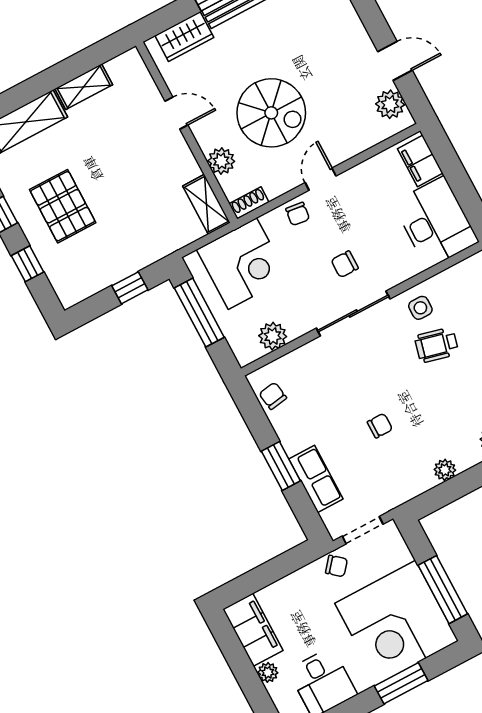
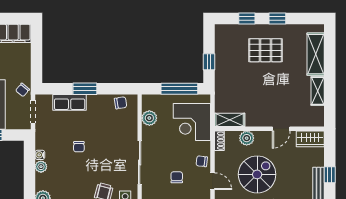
wardrobe: (184, 37) -> (310, 139), moved, turned -90
spiral stairs: (271, 113) -> (257, 174), turned 180
chair: (345, 264) -> (177, 177), moved
water cooler: (427, 482) -> (40, 155), added

